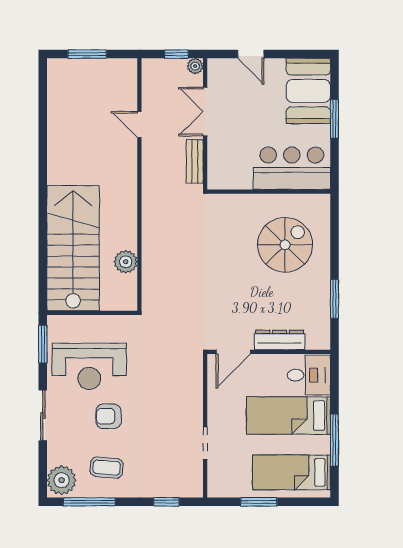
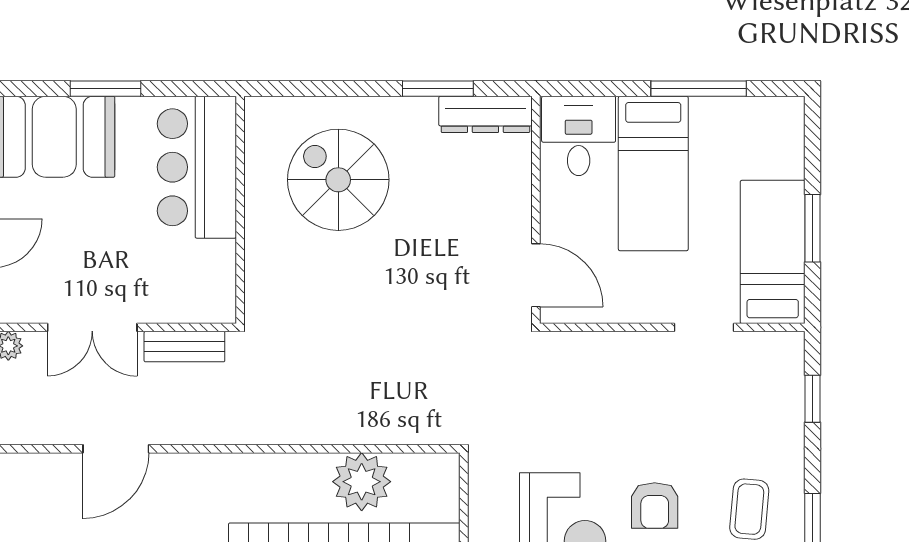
door: (139, 124) -> (116, 449), width x1.38
plant: (126, 262) -> (362, 482), width x1.36, depth x1.36
dresser: (280, 340) -> (485, 114), moved, turned -90
bed: (292, 472) -> (773, 252), moved, turned 180

